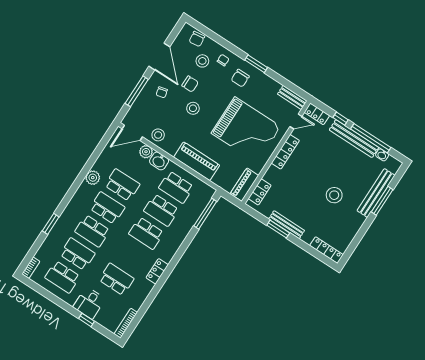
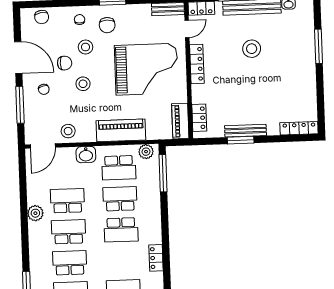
stool: (202, 61) -> (86, 47), moved
plant: (146, 152) -> (146, 152), moved
bench: (376, 193) -> (308, 43), removed
stool: (334, 195) -> (252, 49), moved
school desk: (161, 210) -> (120, 199), turned 180
school desk: (92, 231) -> (70, 263), turned 180

